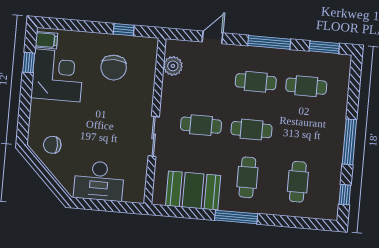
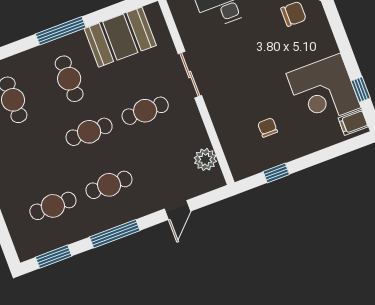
chair: (114, 68) -> (268, 128), width x0.54, depth x0.54

